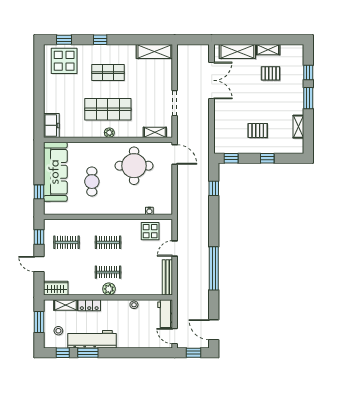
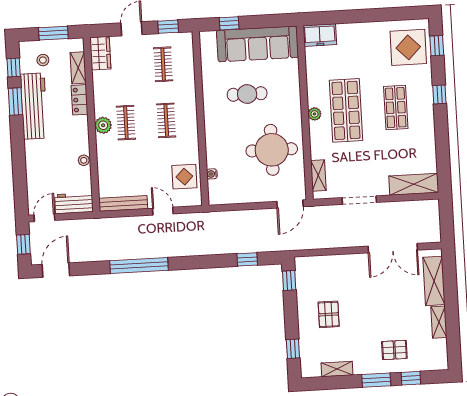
shelving: (154, 52) -> (414, 184), moved, turned 90
pallet: (271, 73) -> (394, 350), moved, turned 90
window: (267, 158) -> (293, 349), moved

